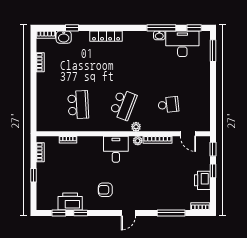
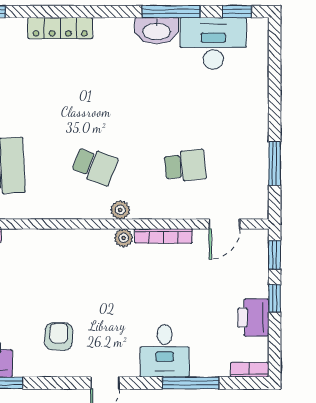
washbasin: (159, 35) -> (157, 31), width x1.91, depth x1.45
window: (213, 51) -> (275, 163), moved
school desk: (123, 105) -> (95, 166), width x0.54
door: (188, 134) -> (225, 224), hinge flipped
desk: (116, 149) -> (165, 351), moved, turned 180
armchair: (105, 190) -> (59, 336), turned 92

